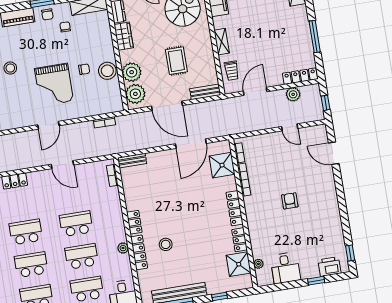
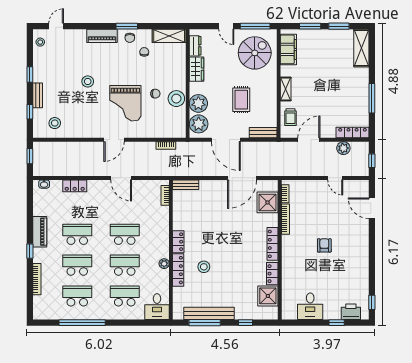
plant: (258, 264) -> (286, 299), removed

